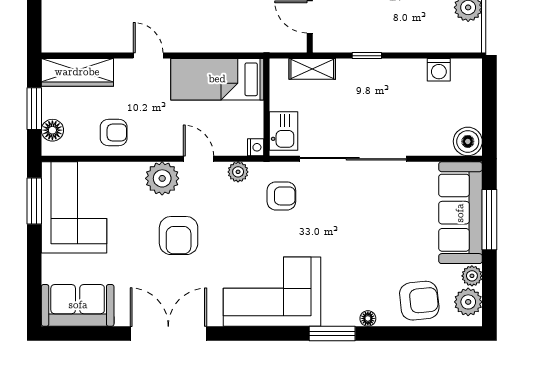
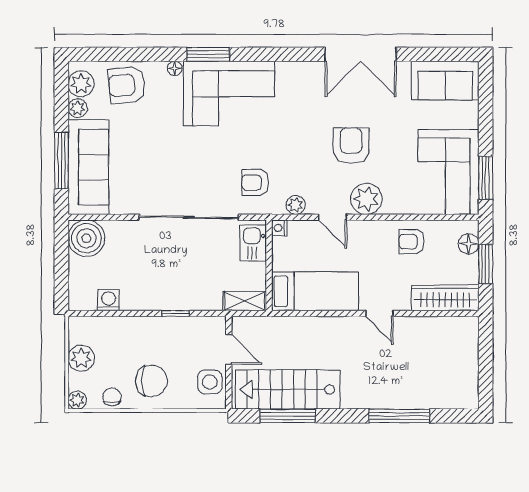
shelving: (312, 69) -> (245, 301), moved
boiler: (468, 141) -> (86, 238), width x1.37, depth x1.37
corner sofa: (272, 292) -> (229, 93), moved

